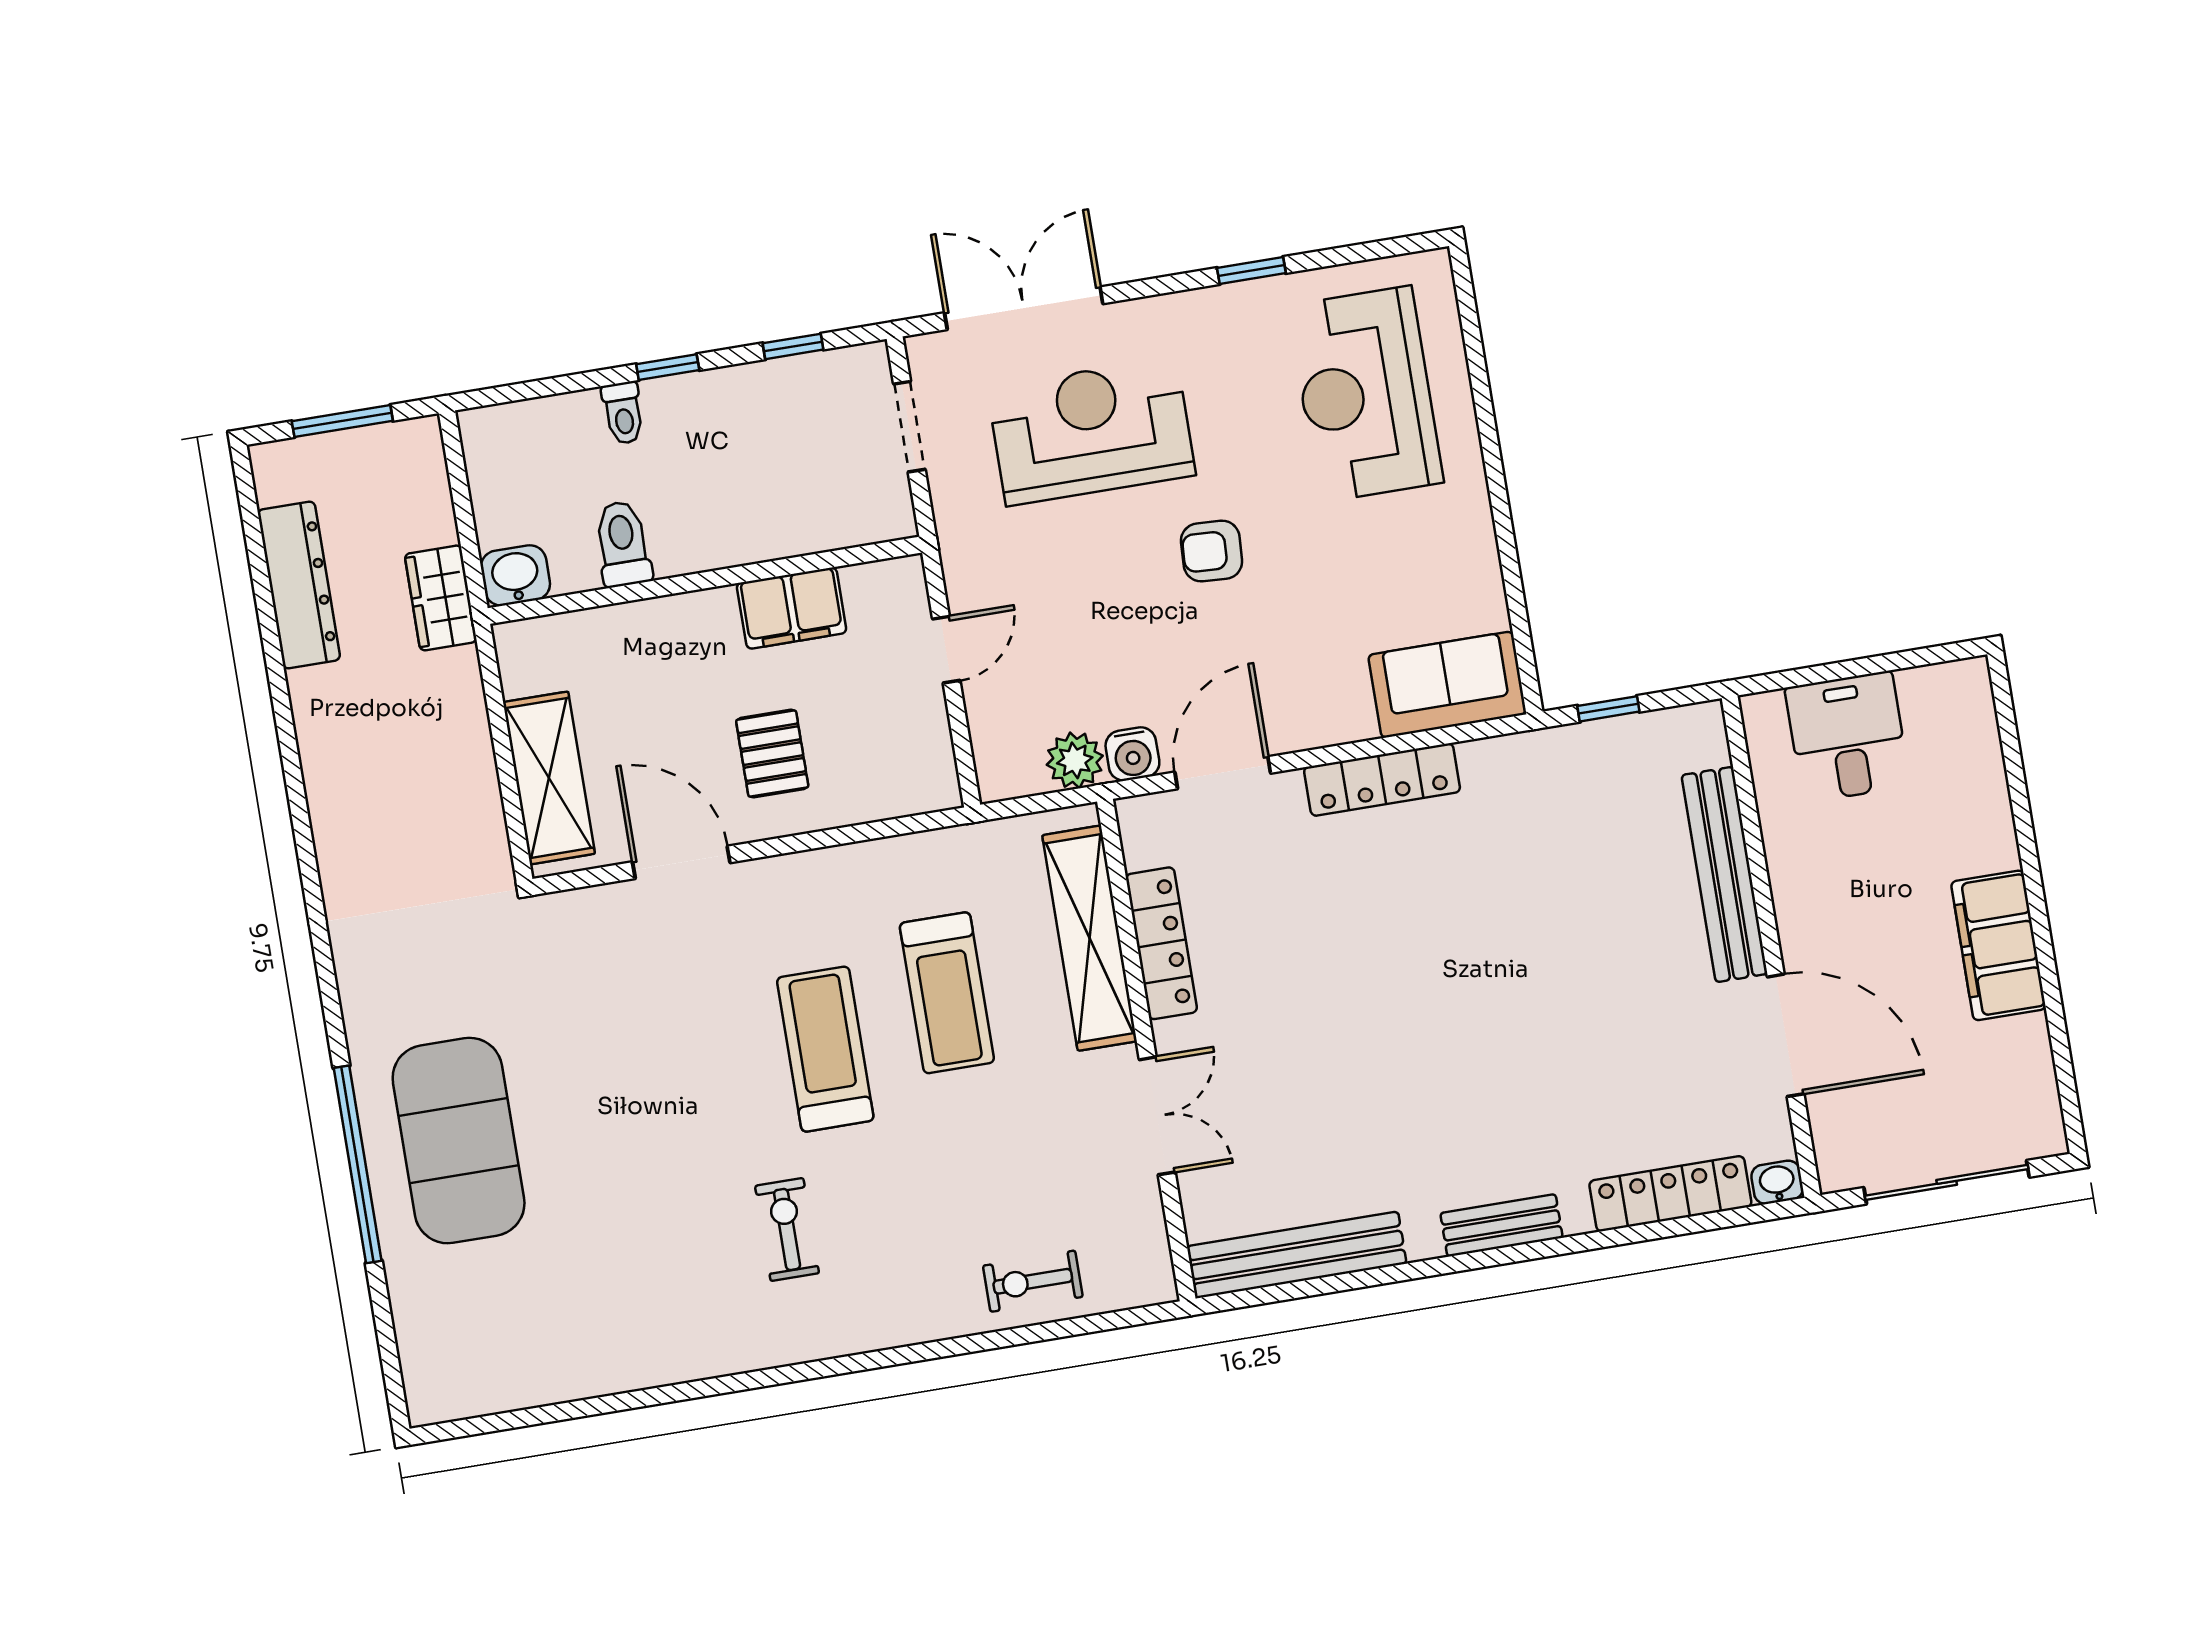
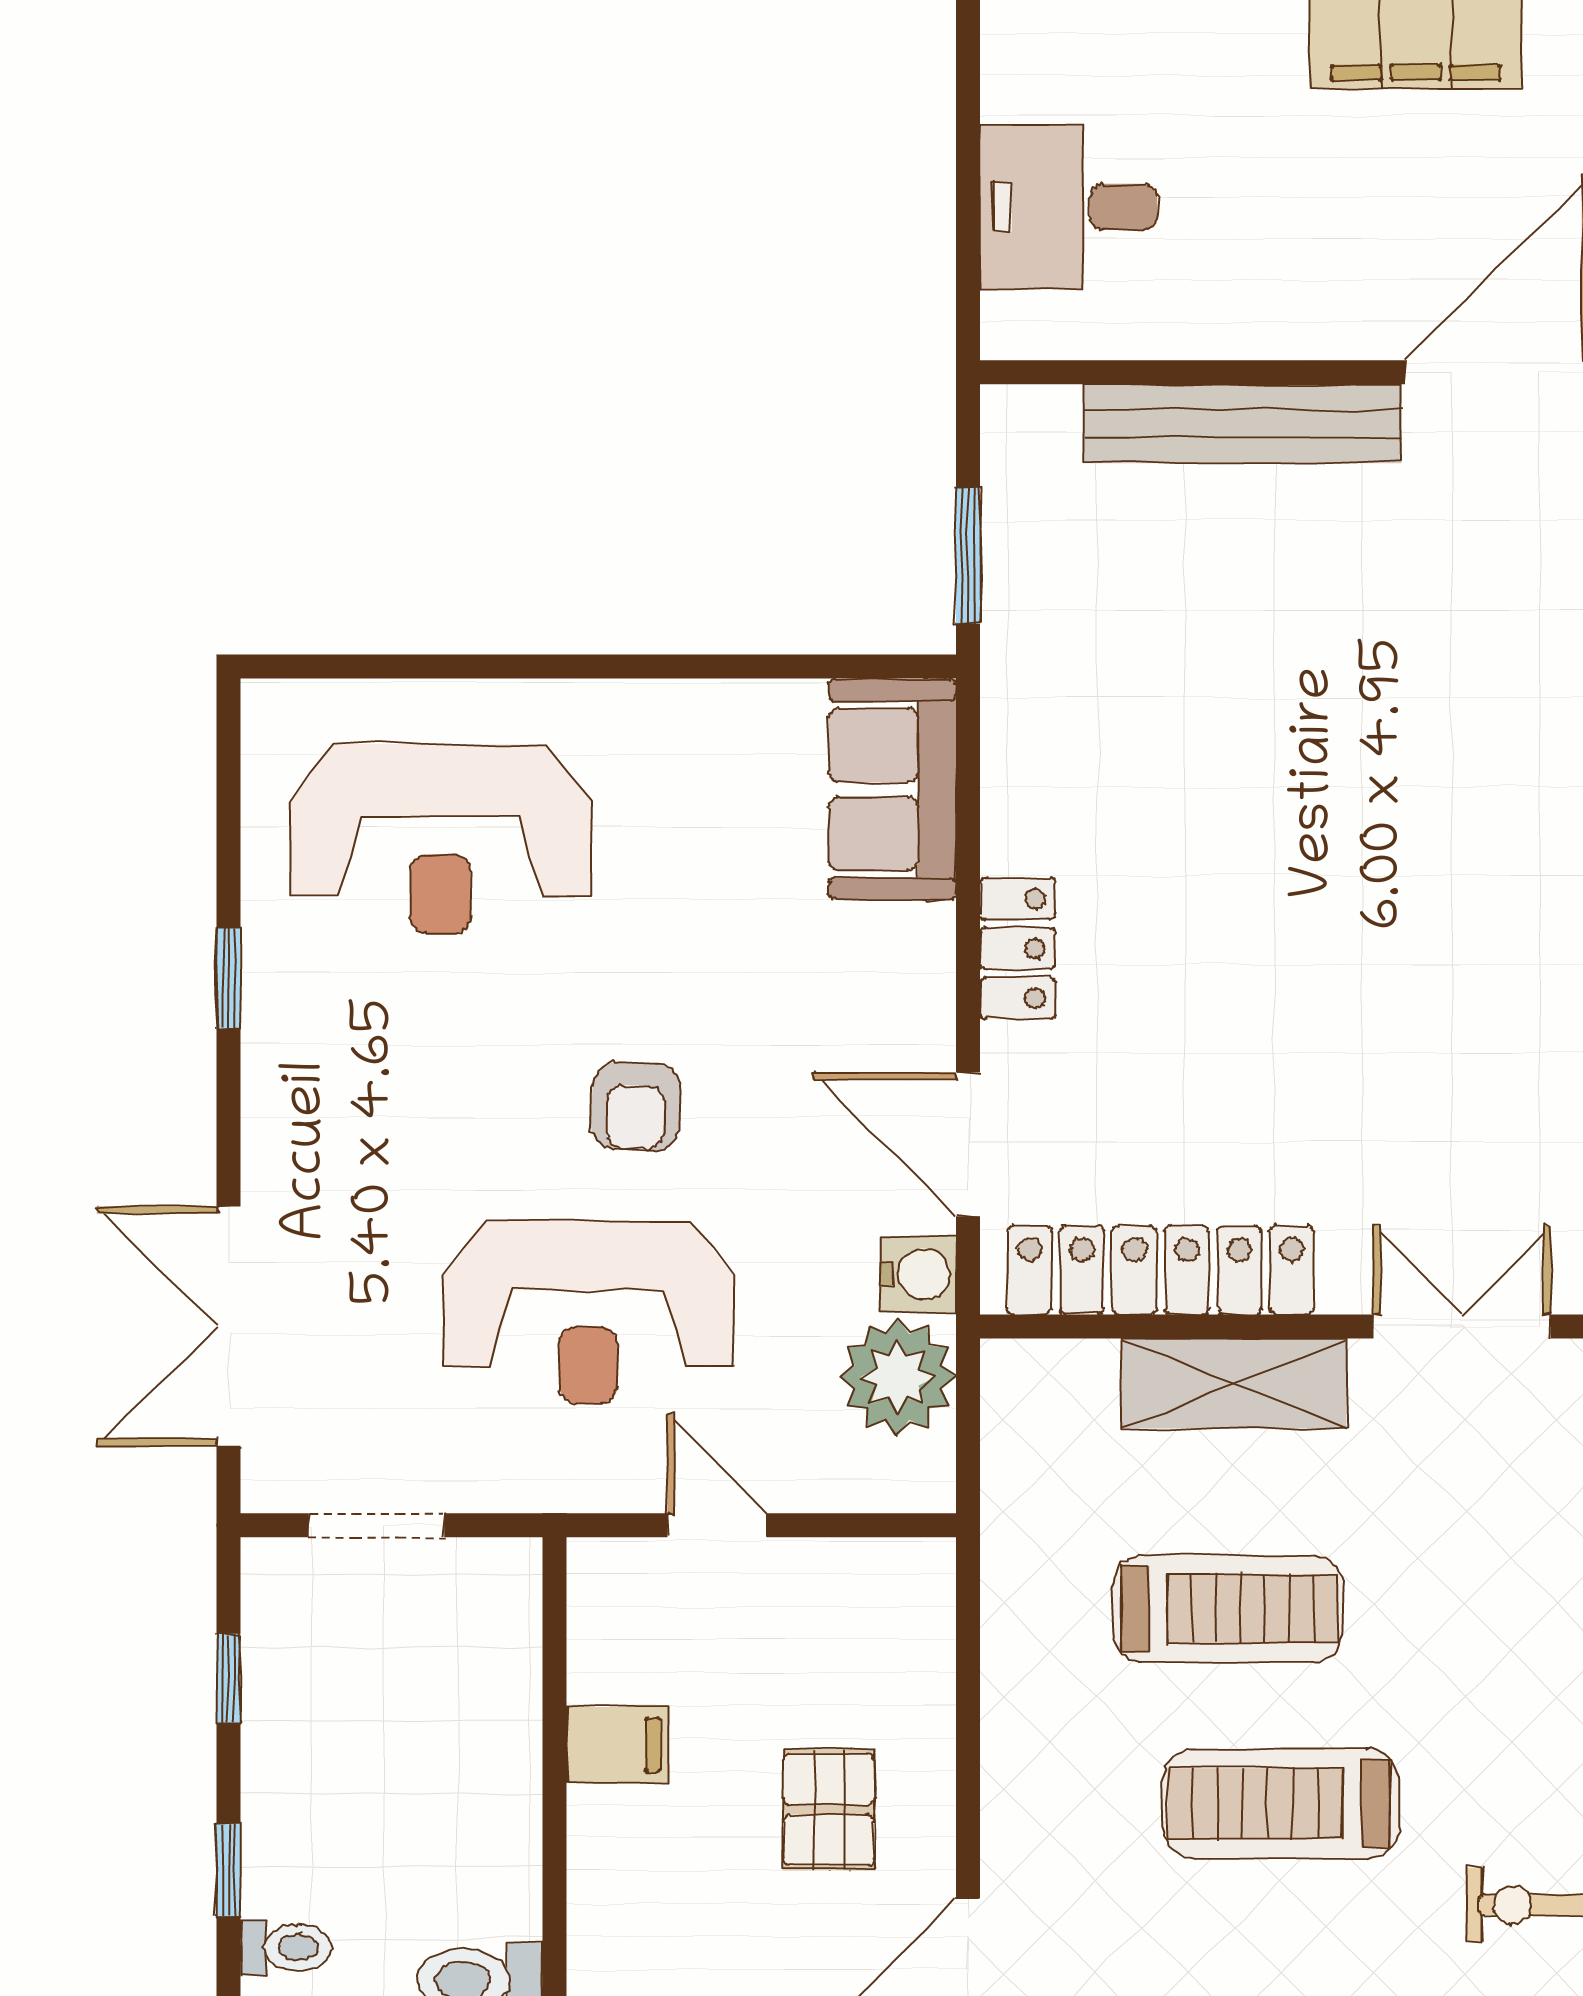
reception desk: (1091, 431) -> (588, 1312), moved, turned -90
filing cabinet: (792, 608) -> (617, 1745), width x0.50
window: (1608, 709) -> (968, 555), width x1.50
pallet: (772, 754) -> (829, 1810), turned 90
plant: (1075, 760) -> (898, 1377), width x1.36, depth x1.36
locker: (1382, 780) -> (1018, 949), width x0.66
shelving: (1089, 938) -> (1234, 1383), width x0.68
locker: (1161, 943) -> (1161, 1270), width x1.41, depth x1.21

